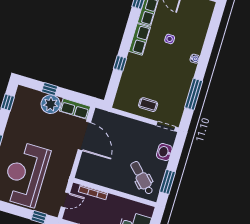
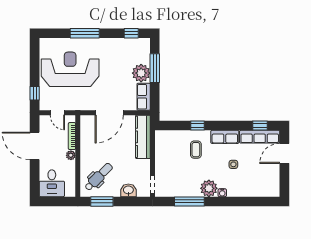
plant: (186, 71) -> (209, 188), added
window: (50, 89) -> (155, 68), width x2.17
coffee table: (148, 105) -> (196, 150), moved
kitchen counter: (115, 122) -> (143, 137), added
door: (84, 136) -> (109, 113), moved
plant: (112, 199) -> (71, 155), added

